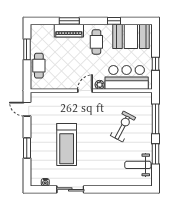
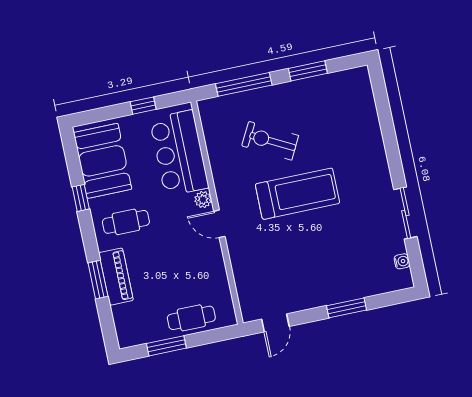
treadmill: (67, 145) -> (297, 194), moved
weight bench: (138, 165) -> (335, 99), removed

